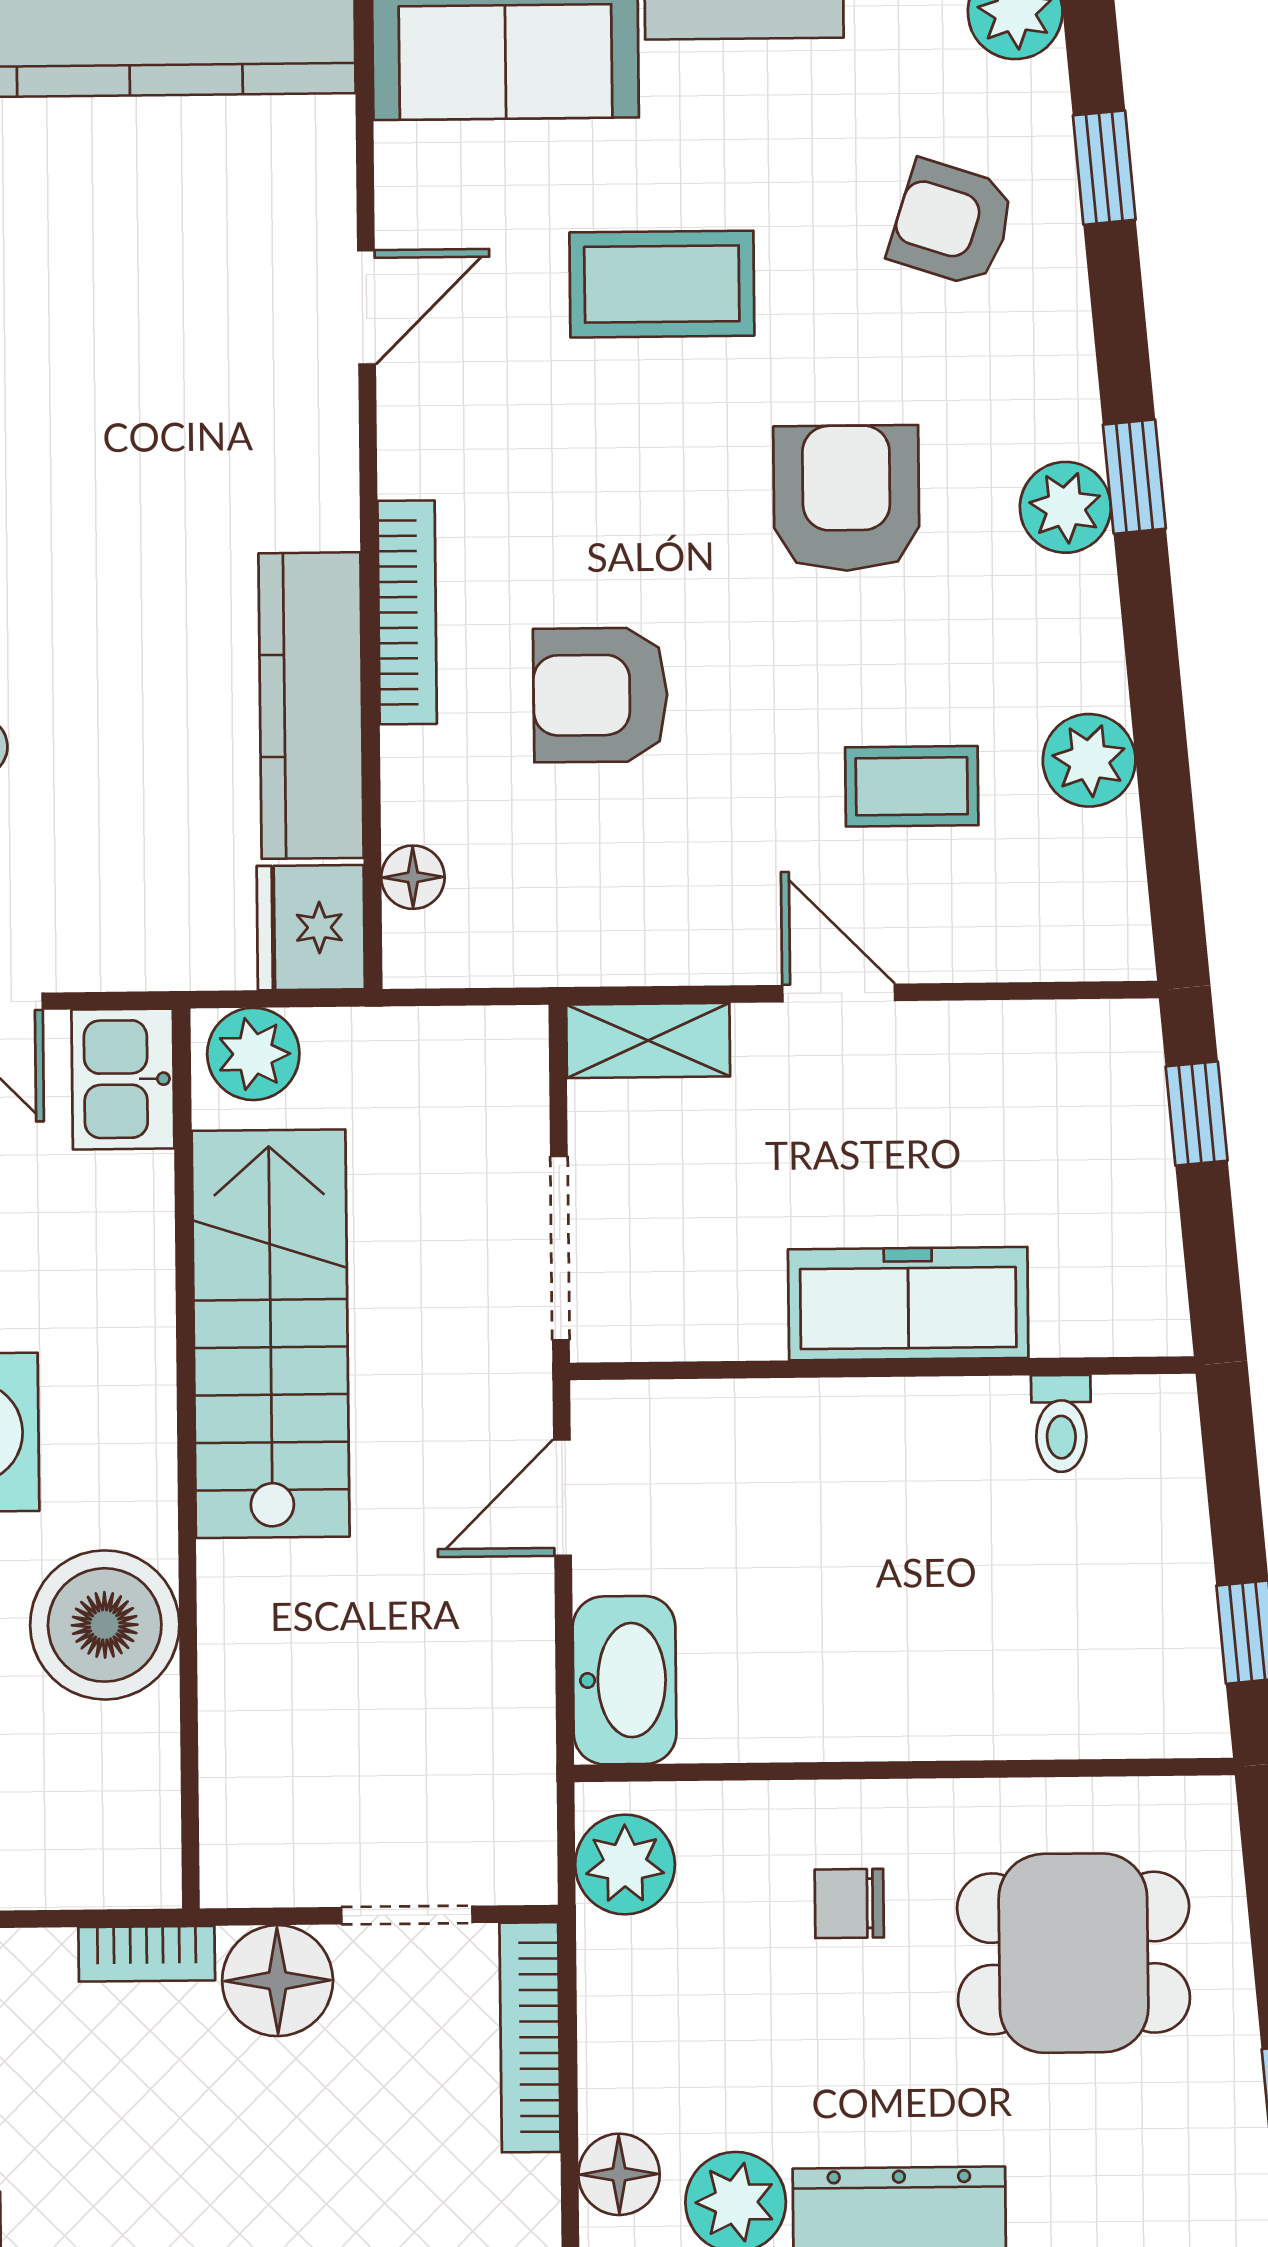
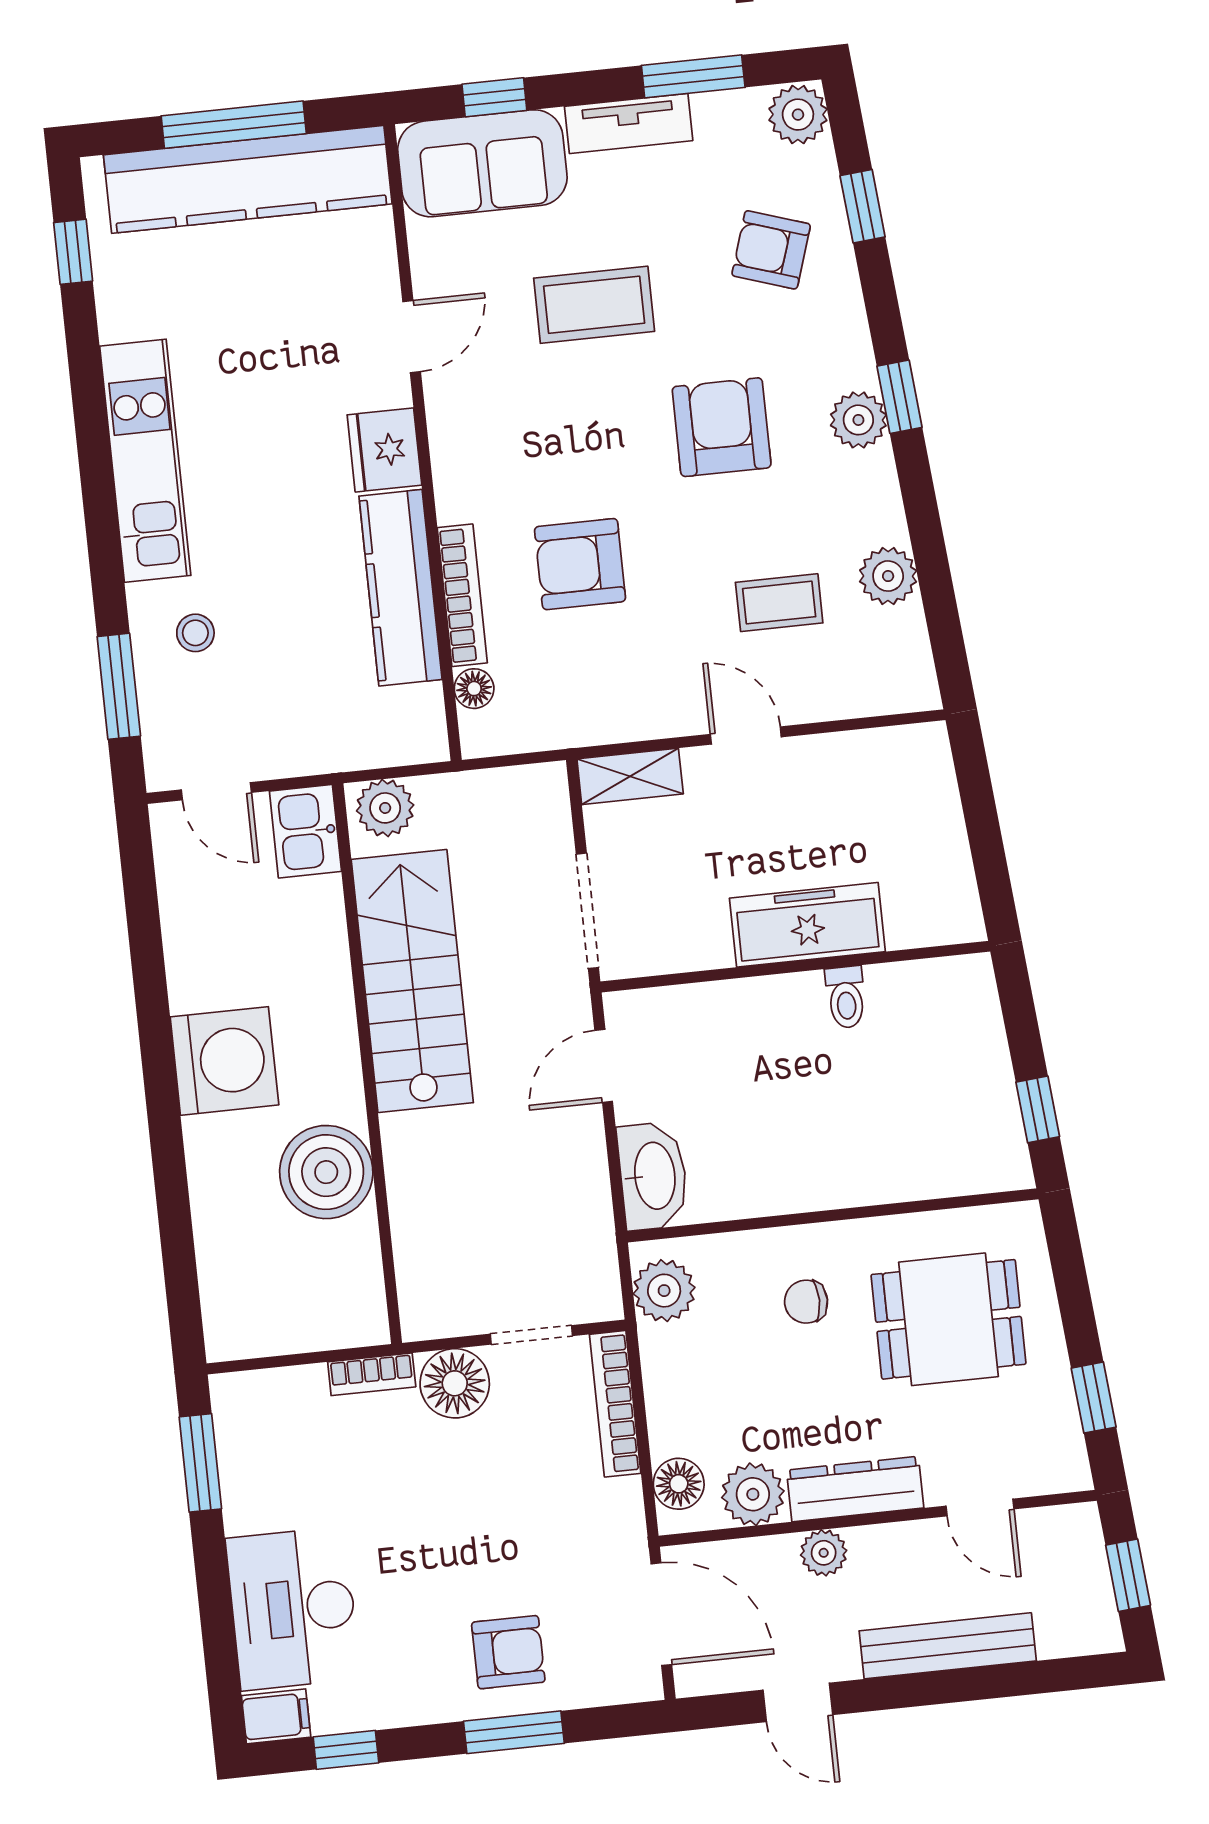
bookcase: (407, 612) -> (462, 595), moved
fridge: (311, 928) -> (384, 450), moved
window: (1197, 1114) -> (976, 790), removed
toilet: (1061, 1424) -> (846, 997), moved

